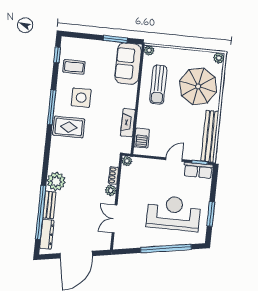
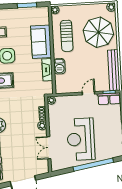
sofa: (128, 64) -> (41, 42), moved
barbecue: (142, 138) -> (59, 66), moved
reception desk: (174, 213) -> (81, 139), moved, turned -90

